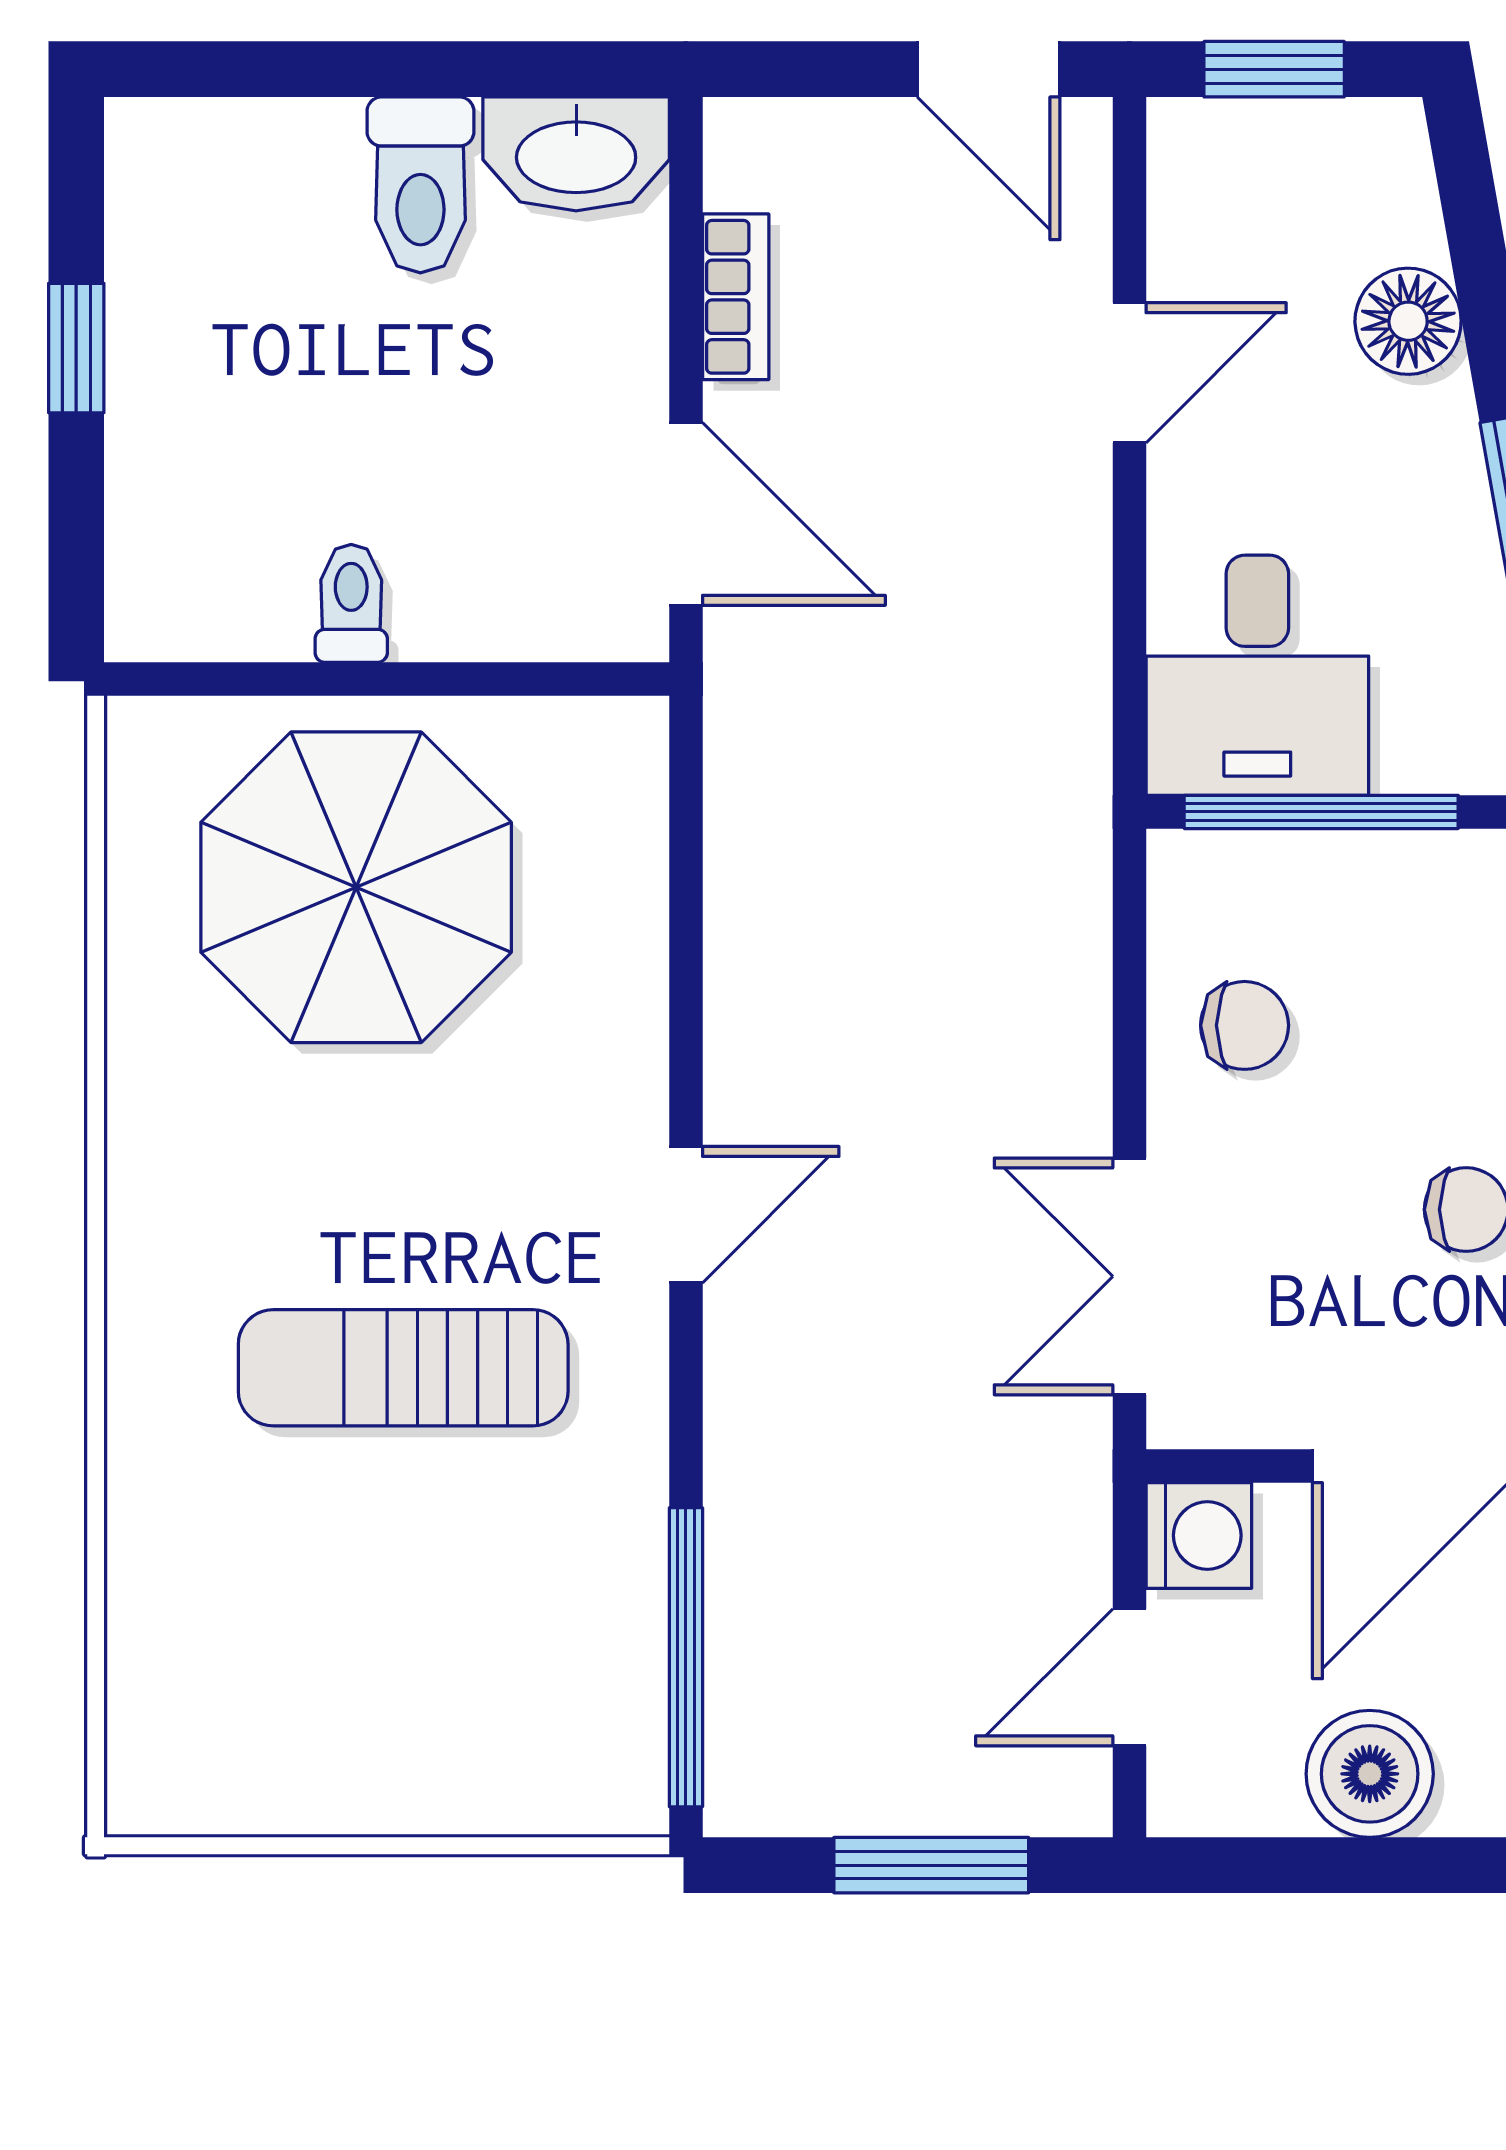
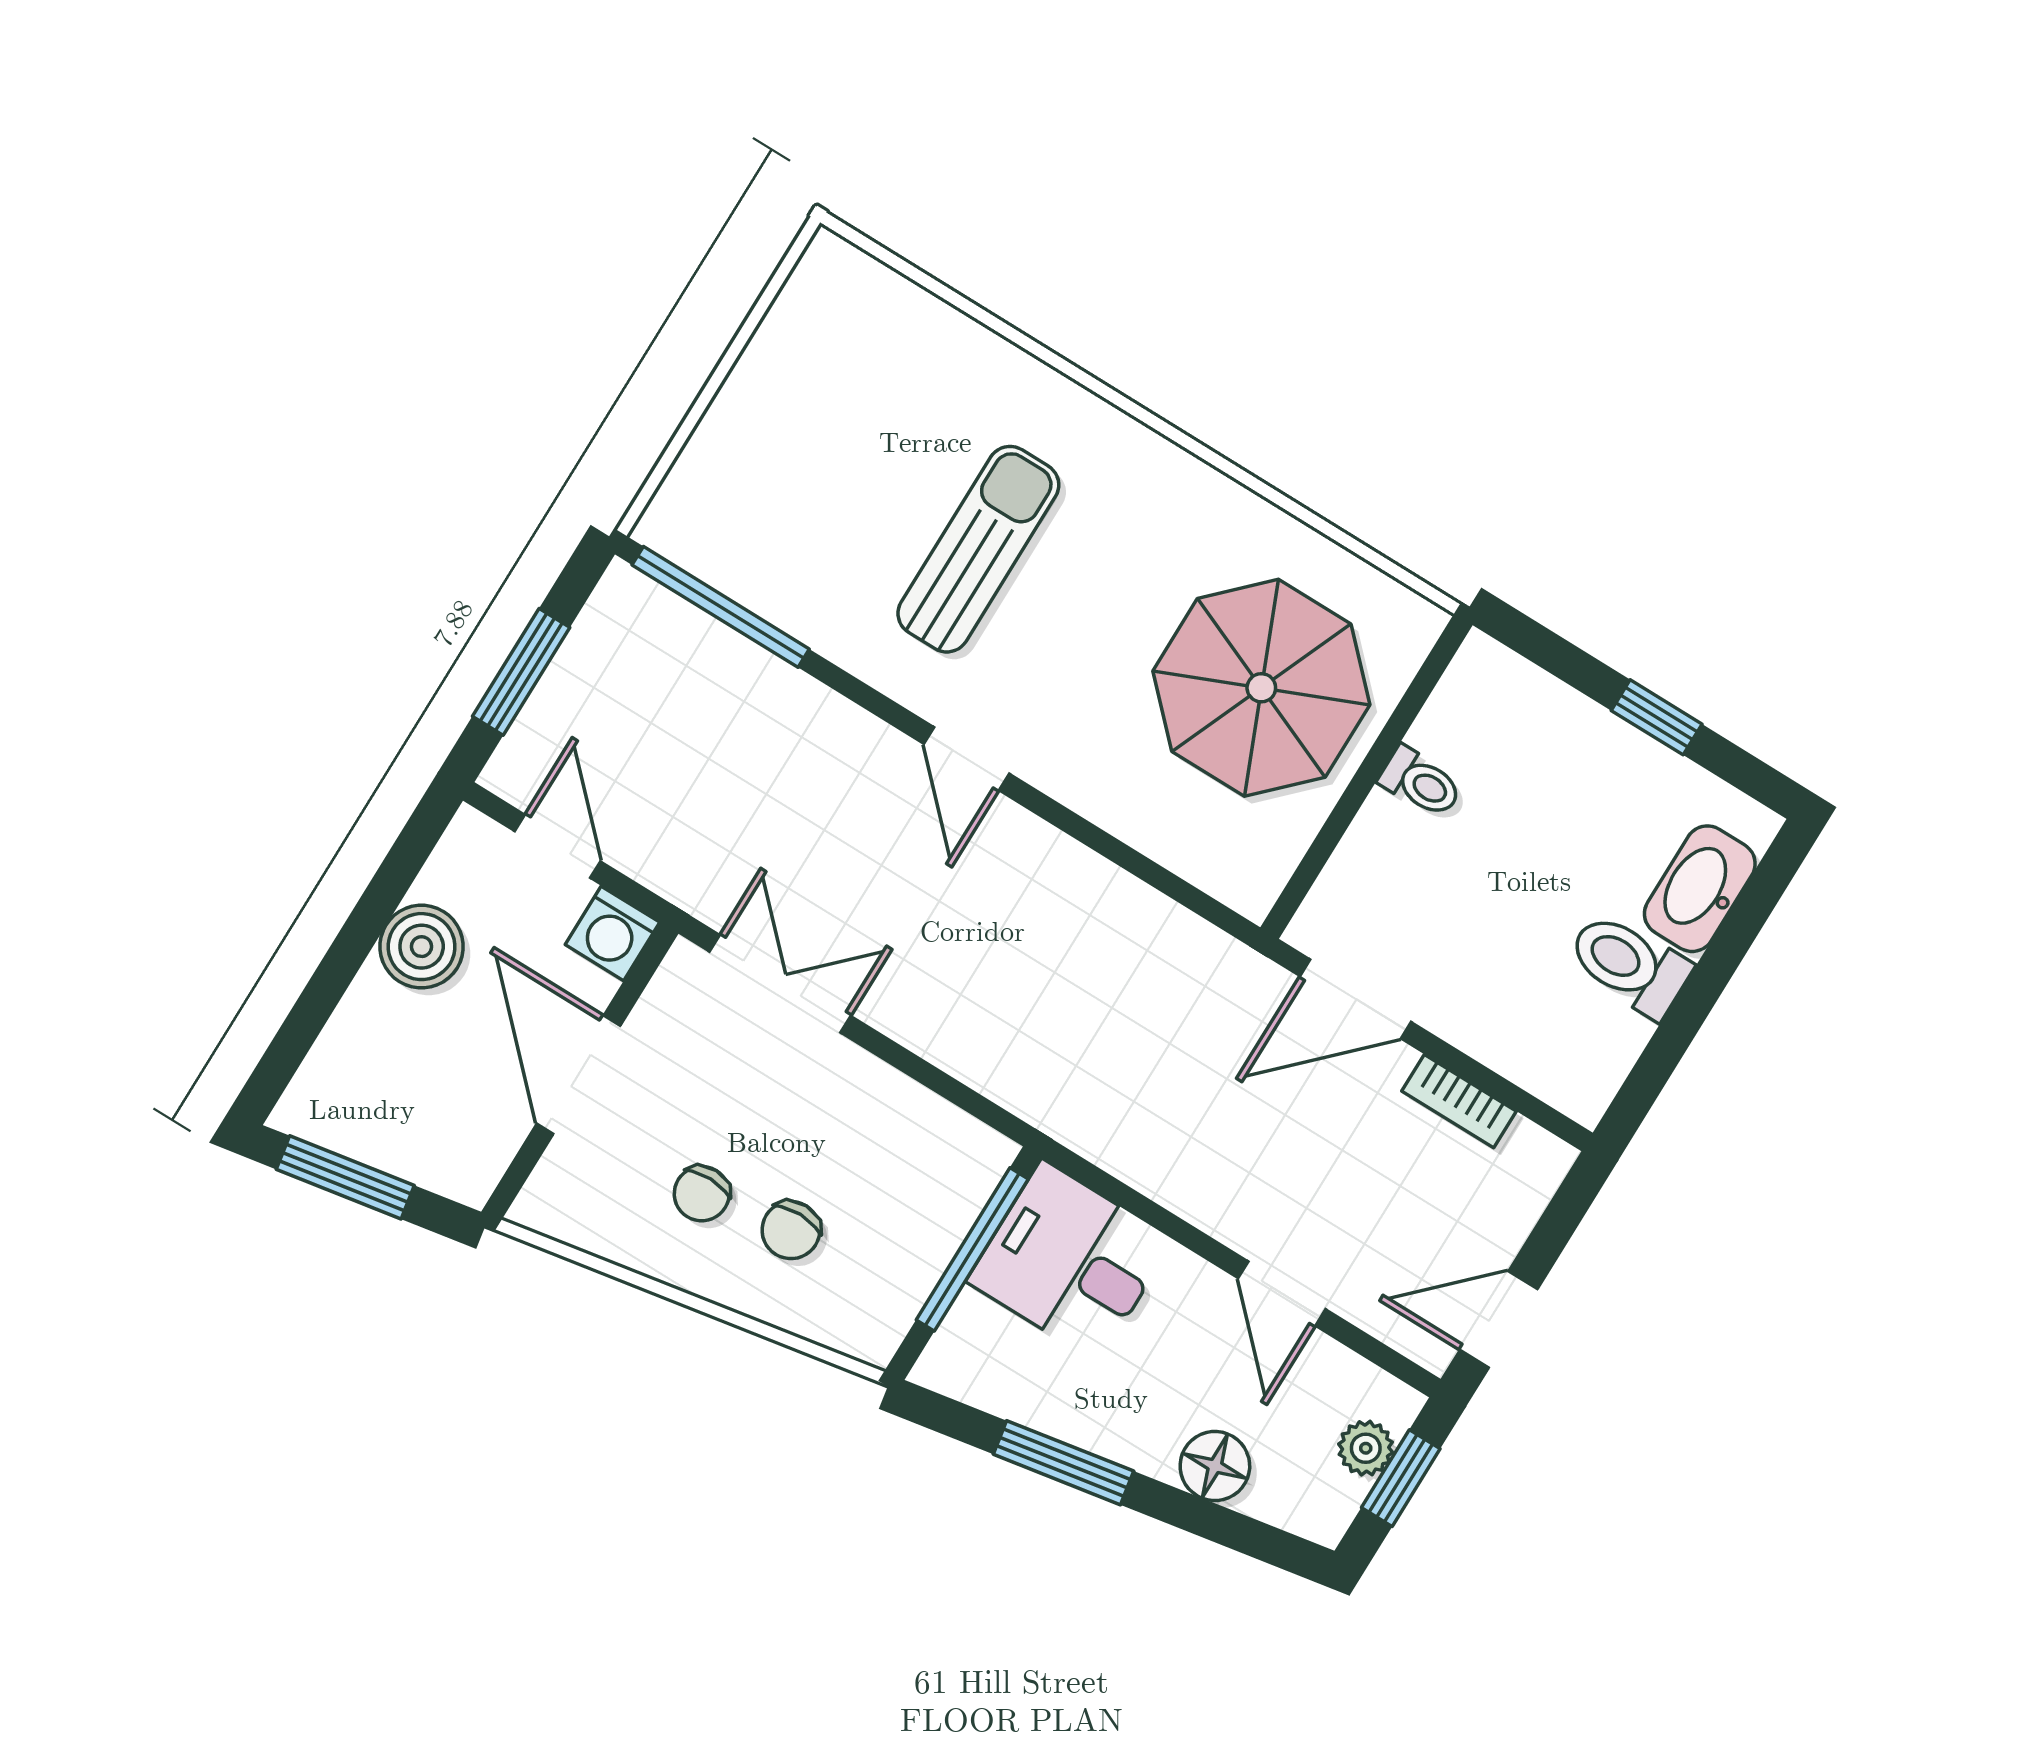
plant: (1263, 139) -> (1366, 1448), added
washbasin: (576, 154) -> (1700, 889), moved
chair: (1245, 1025) -> (791, 1230), moved

